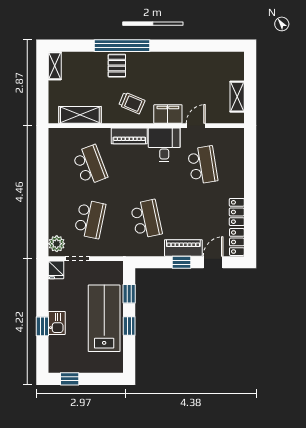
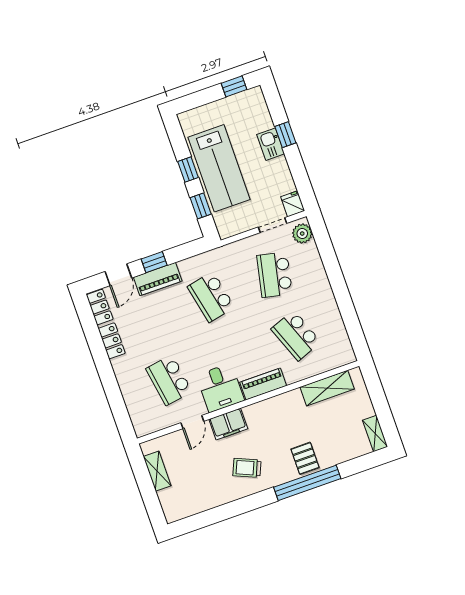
trolley: (132, 103) -> (247, 468), moved

